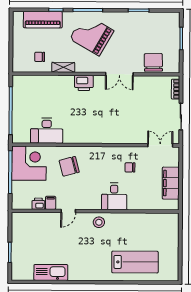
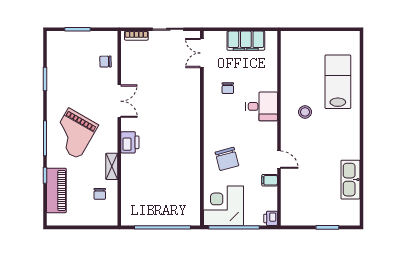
chair: (153, 62) -> (105, 62), width x0.54, depth x0.54
desk: (47, 131) -> (186, 185), removed
printer: (38, 204) -> (271, 218), moved
stool: (99, 222) -> (305, 112), moved

